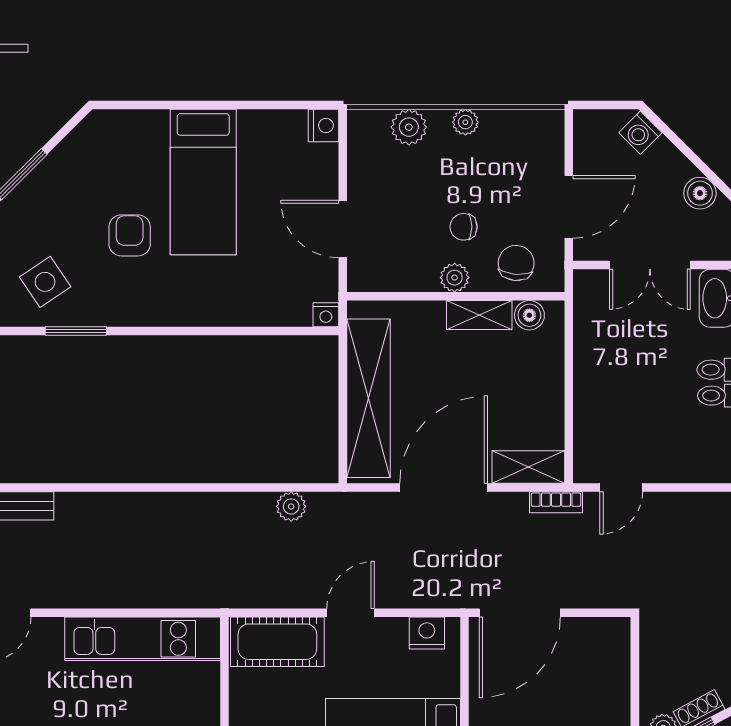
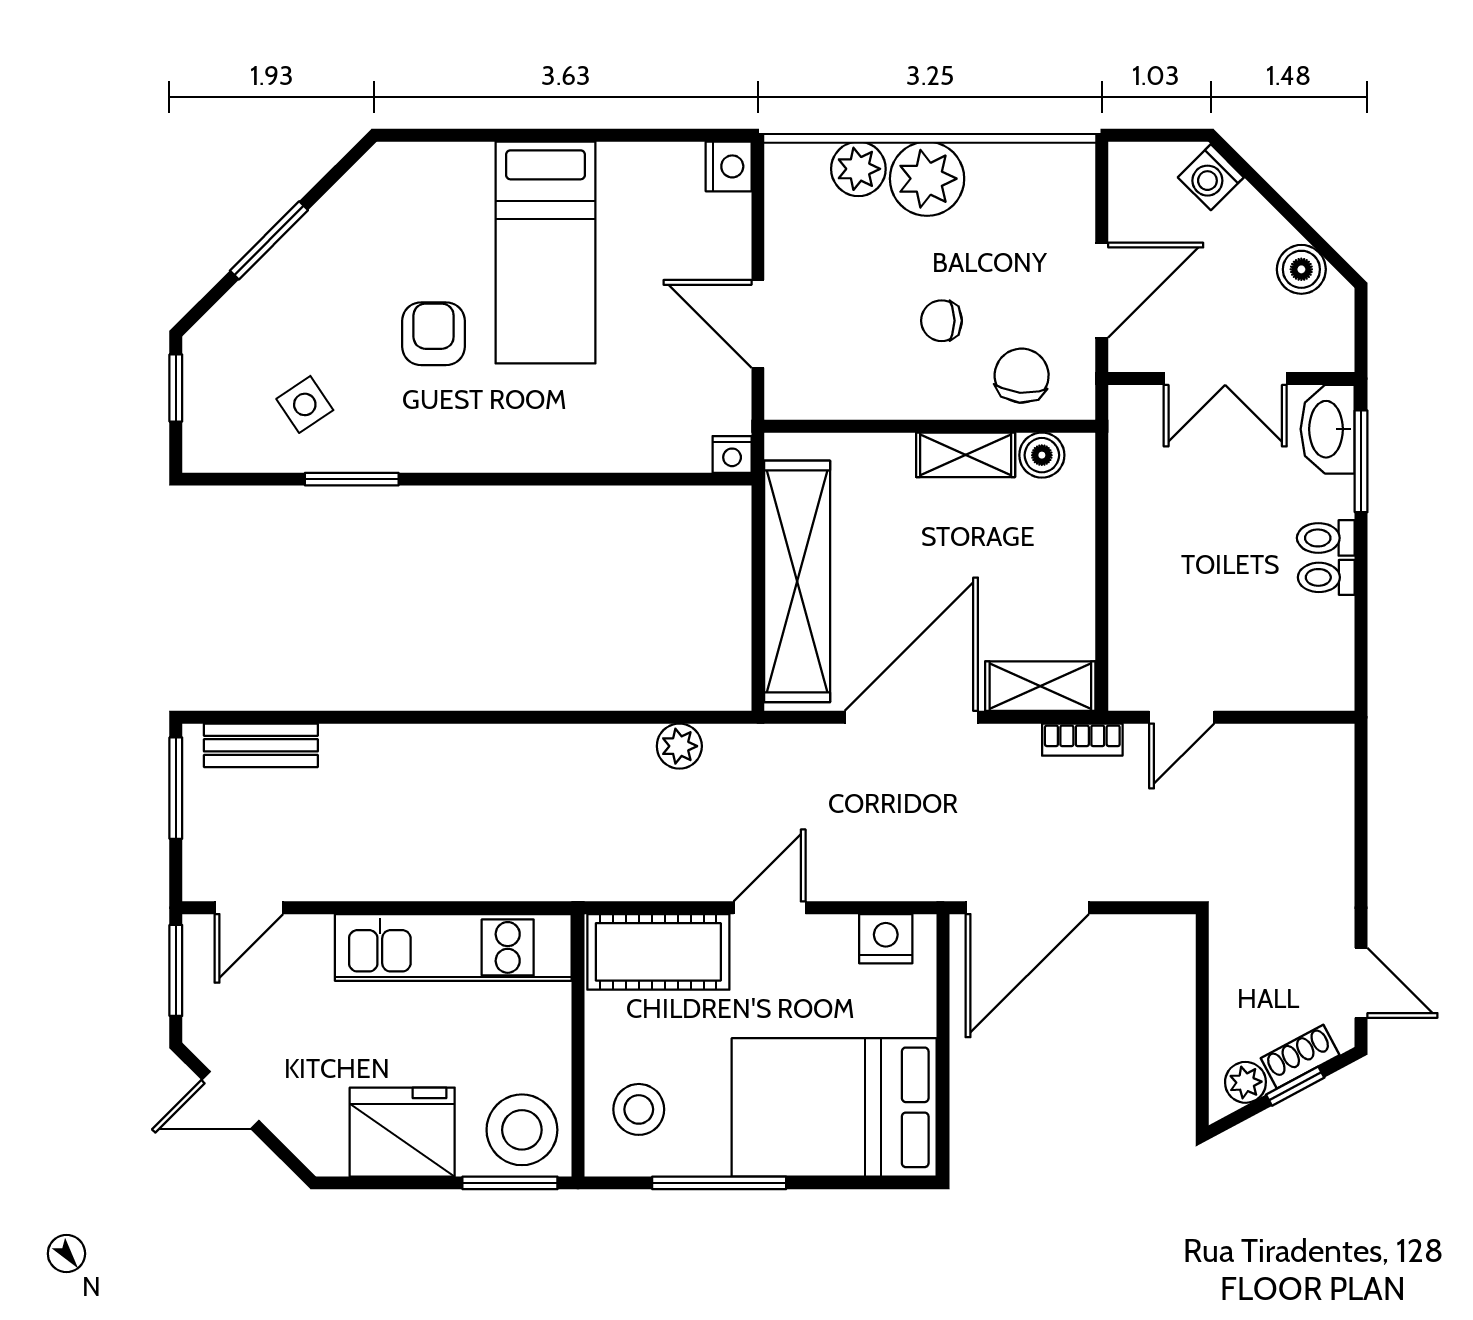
plant: (465, 122) -> (927, 179), width x1.87, depth x1.87
plant: (455, 278) -> (928, 398), removed
side table: (45, 282) -> (305, 404), width x0.73, depth x0.73

